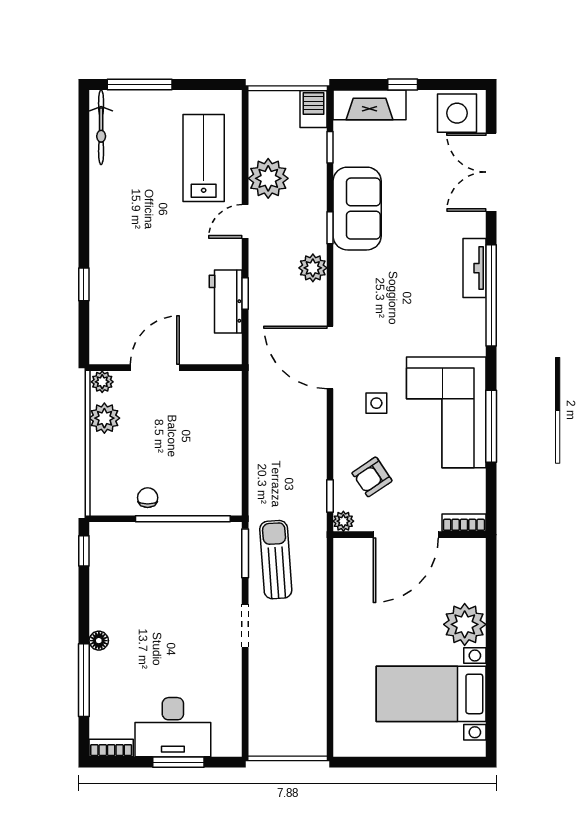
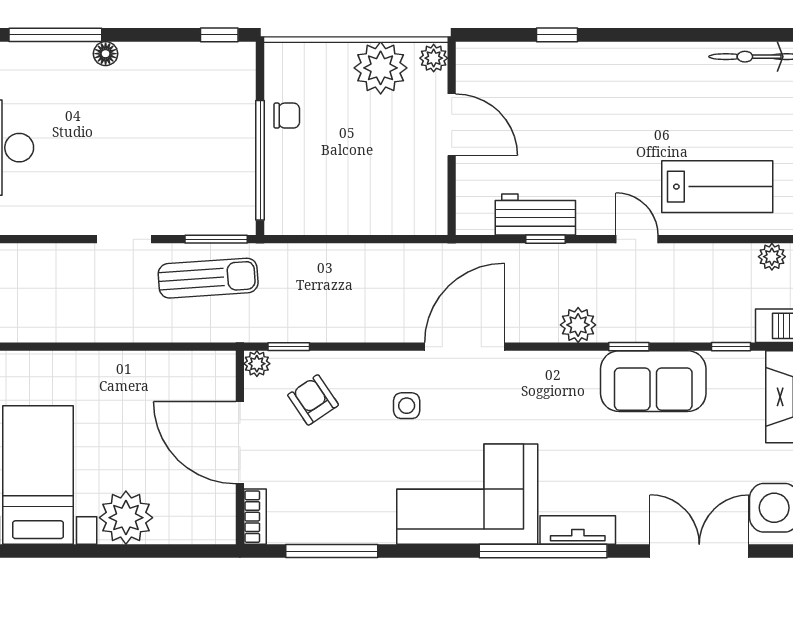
plant: (268, 178) -> (772, 257), moved, width x0.53, depth x0.53
corner sofa: (446, 412) -> (467, 494), moved
plant: (104, 418) -> (381, 68), width x1.36, depth x1.36
window: (491, 426) -> (332, 551), moved

